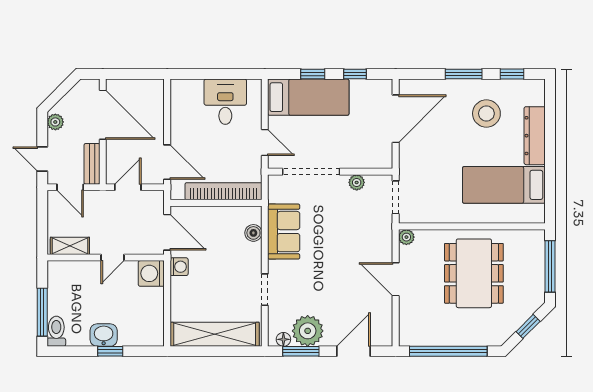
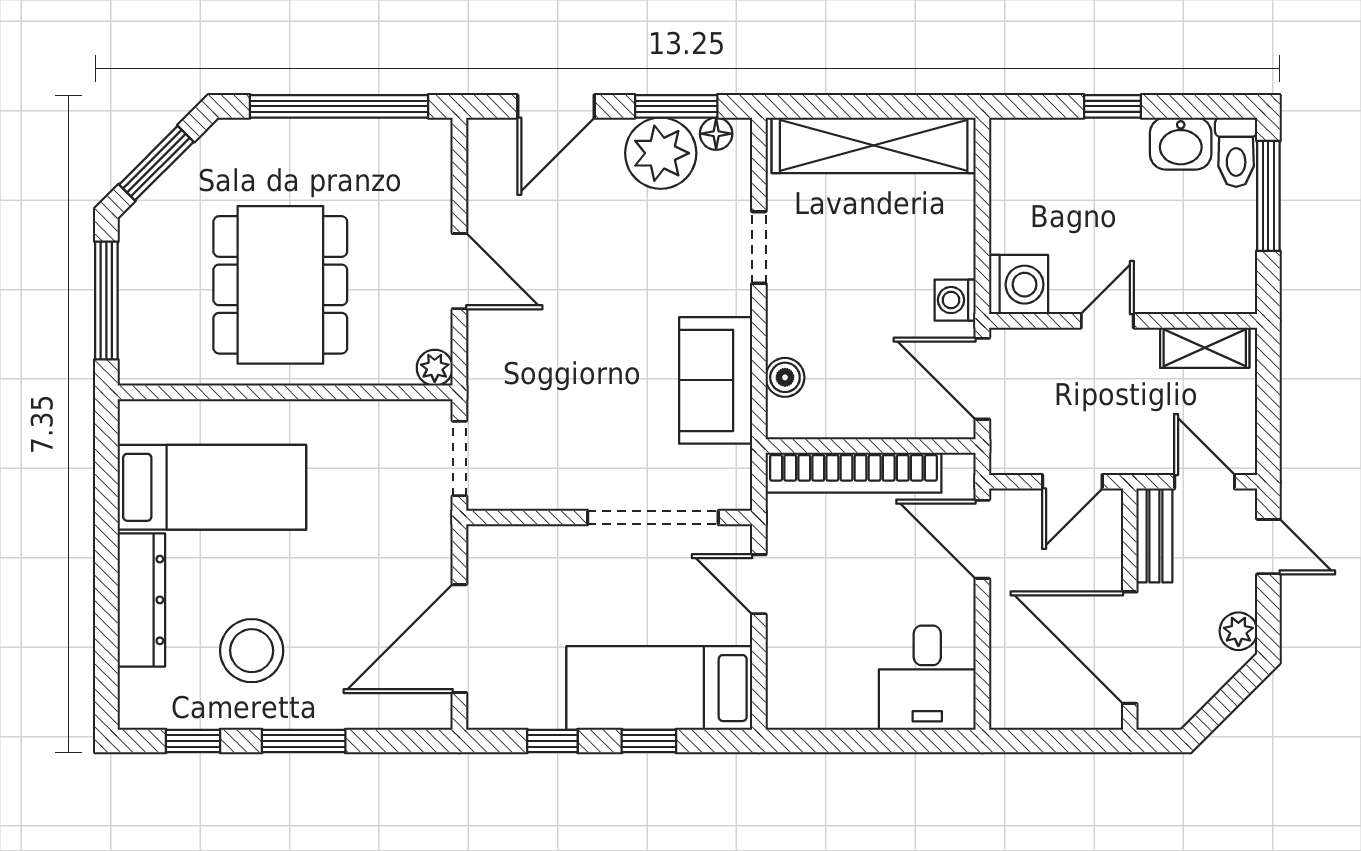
desk: (225, 102) -> (927, 678), moved
plant: (357, 182) -> (549, 493), removed
window: (528, 326) -> (156, 163), width x1.50
washbasin: (104, 335) -> (1181, 144), moved

